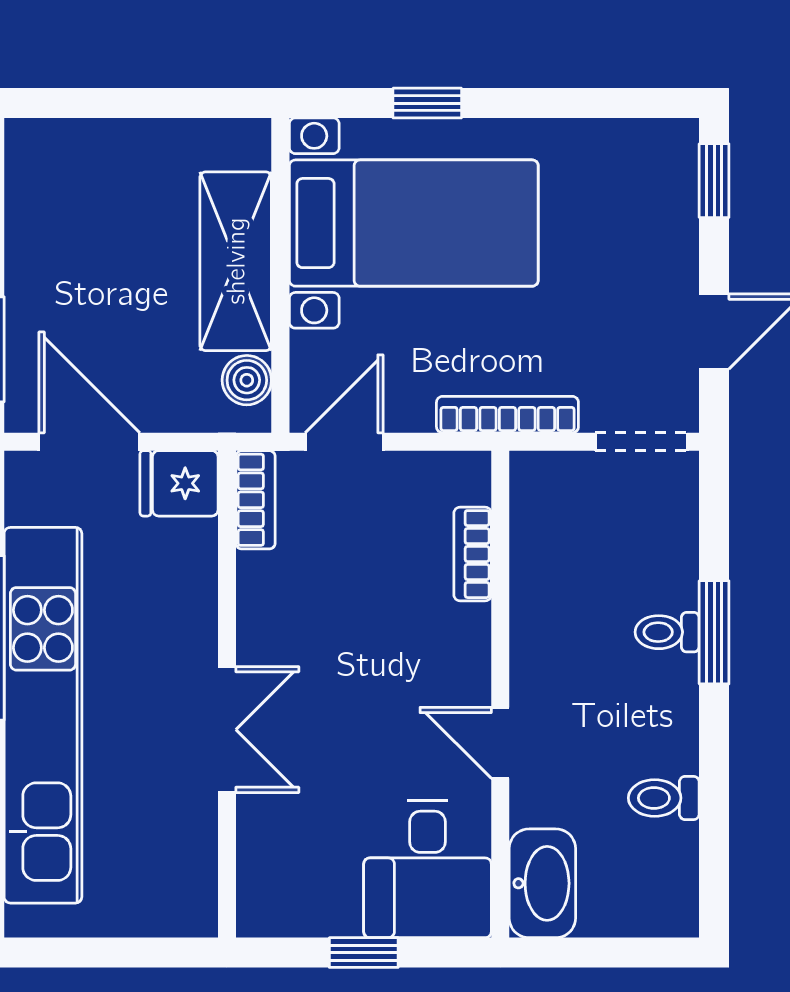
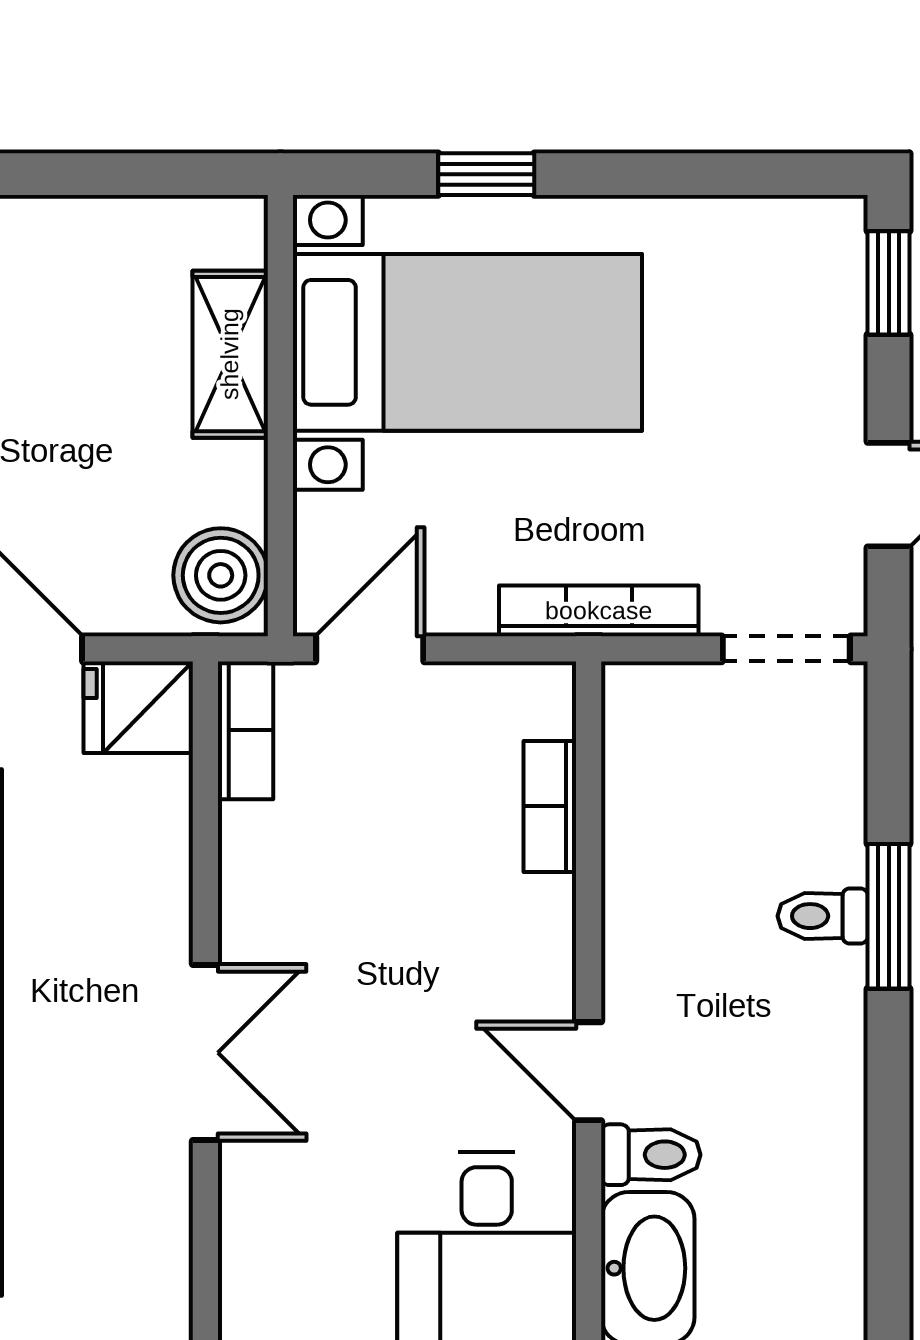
shelving: (236, 261) -> (230, 354), width x0.67, depth x0.75
boiler: (247, 380) -> (221, 575), width x1.36, depth x1.36
toilet: (664, 798) -> (651, 1155), moved, turned 180

